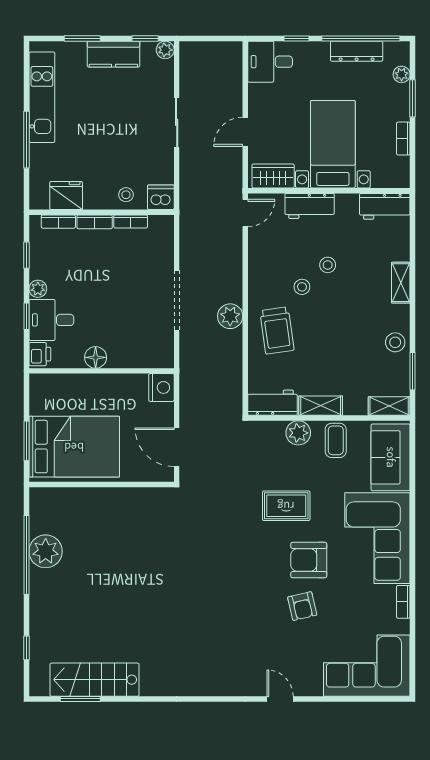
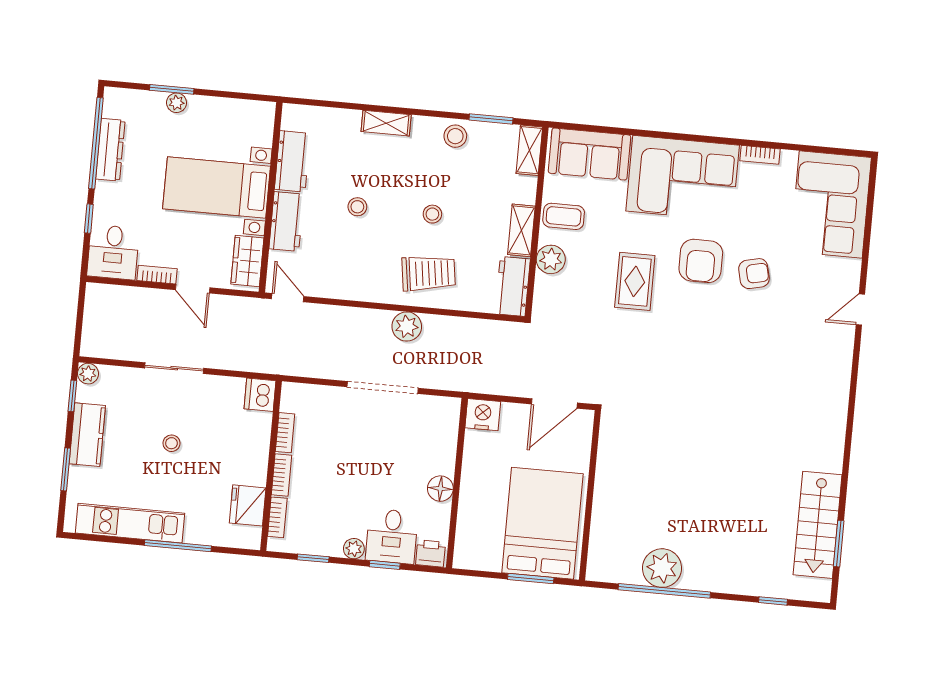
plant: (402, 74) -> (177, 103), moved
bookcase: (403, 139) -> (157, 275), moved, turned 180
stool: (126, 195) -> (171, 443), moved
workbench: (385, 206) -> (292, 161), moved
stool: (302, 287) -> (432, 214), moved

